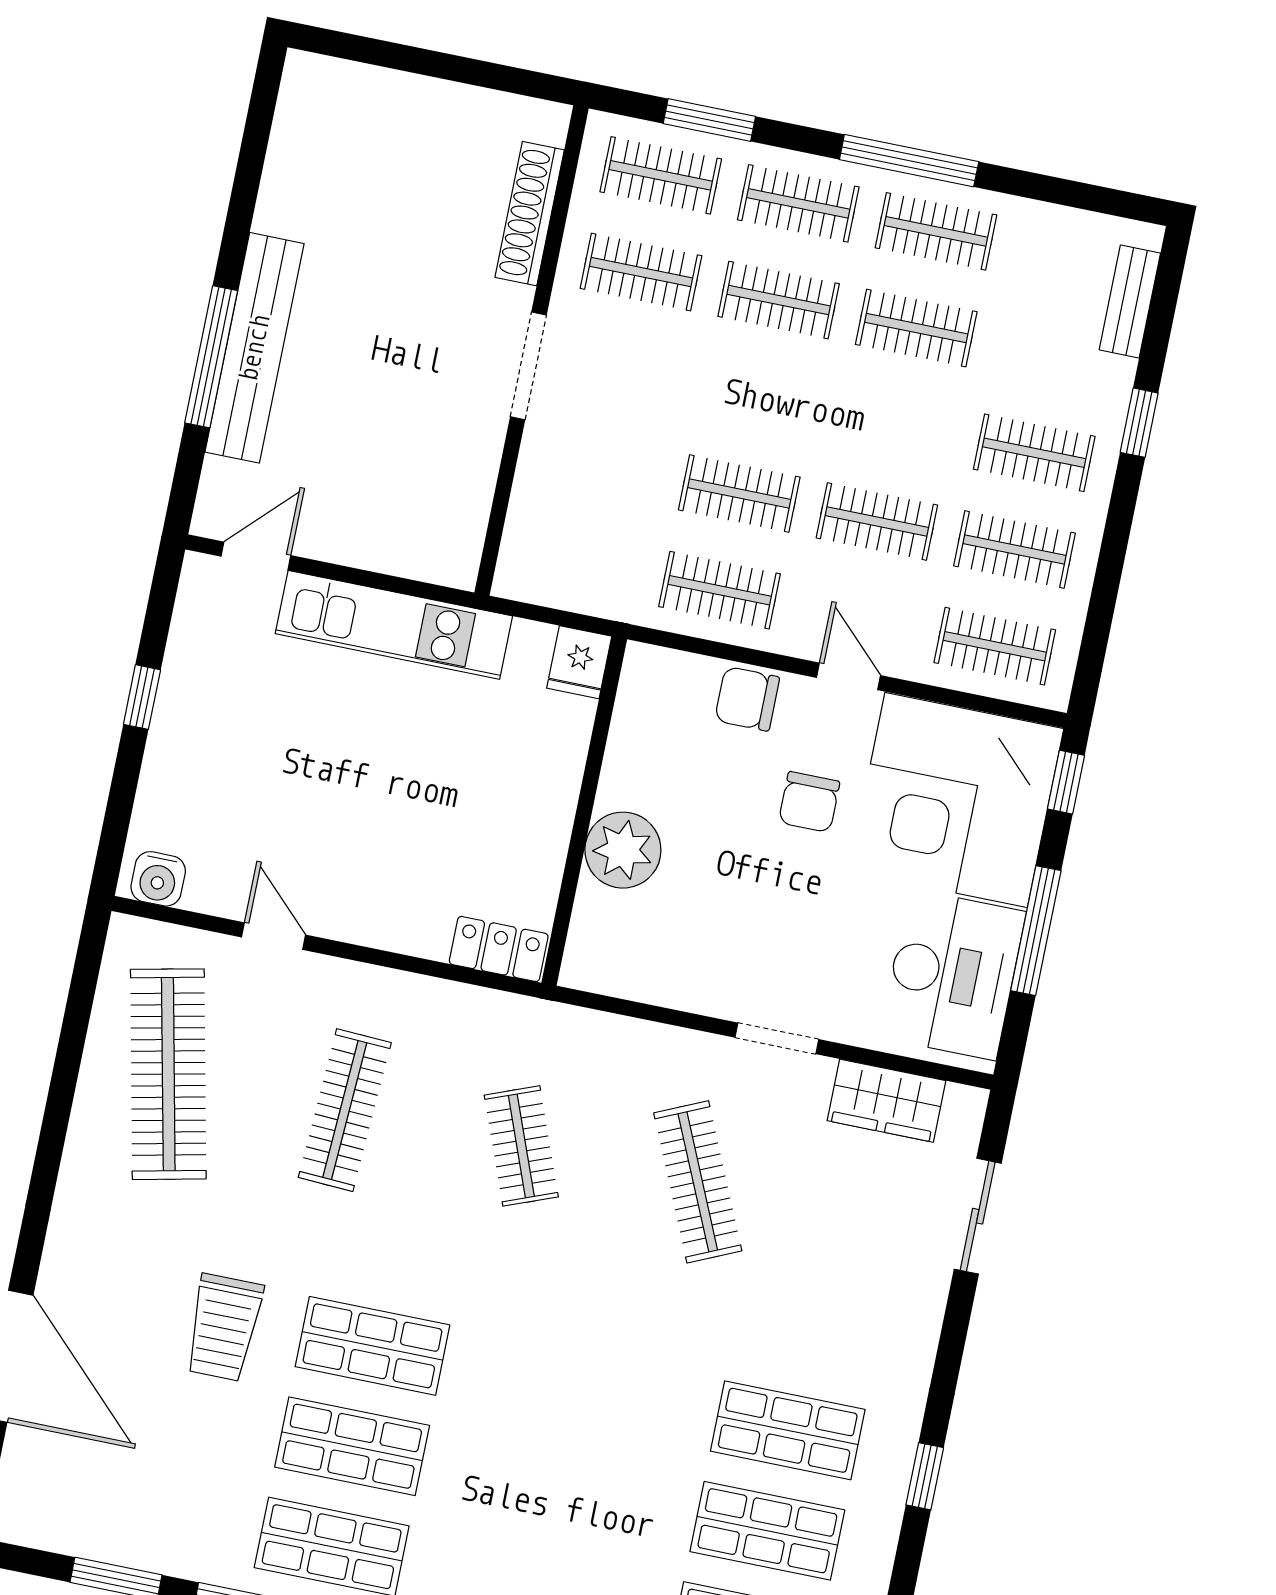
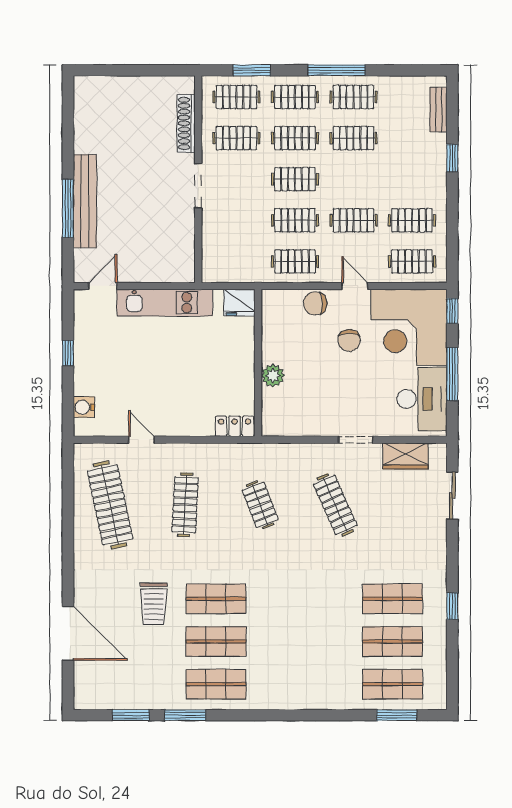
clothes rail: (1034, 453) -> (295, 179), moved
fridge: (579, 662) -> (239, 302), width x1.38
plant: (623, 850) -> (273, 376), width x0.73, depth x0.73
water cooler: (158, 879) -> (84, 407), moved, turned 90

